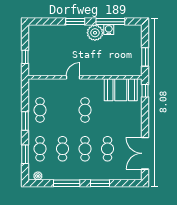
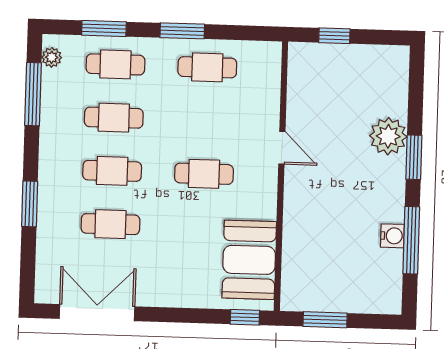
plant: (95, 33) -> (388, 136), moved
window: (67, 183) -> (33, 94), moved

